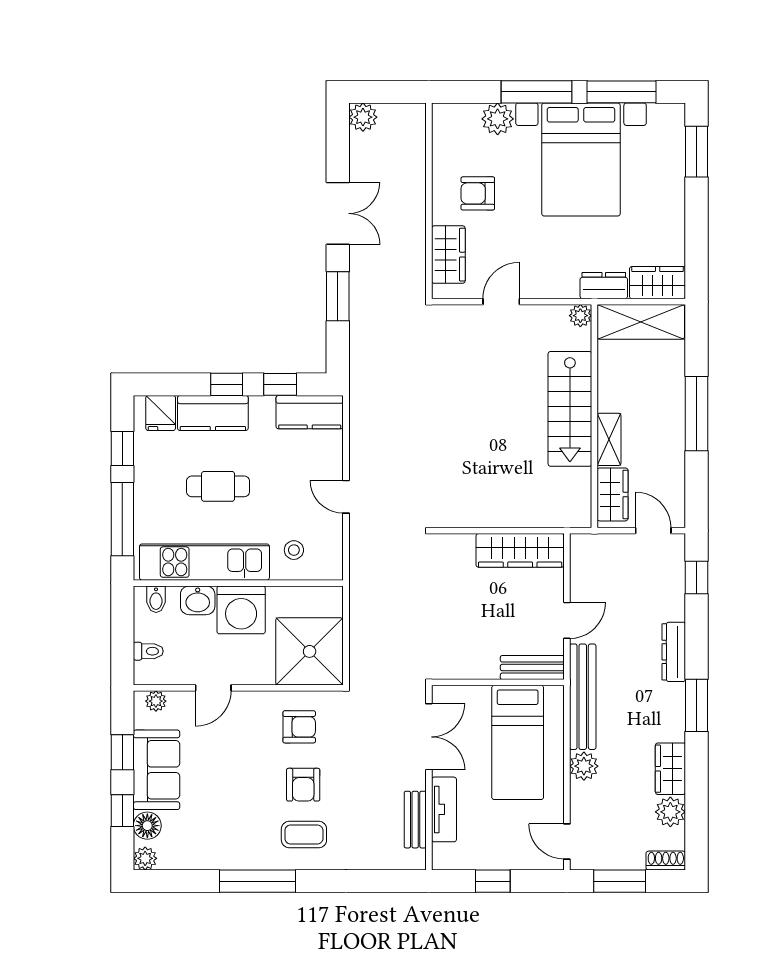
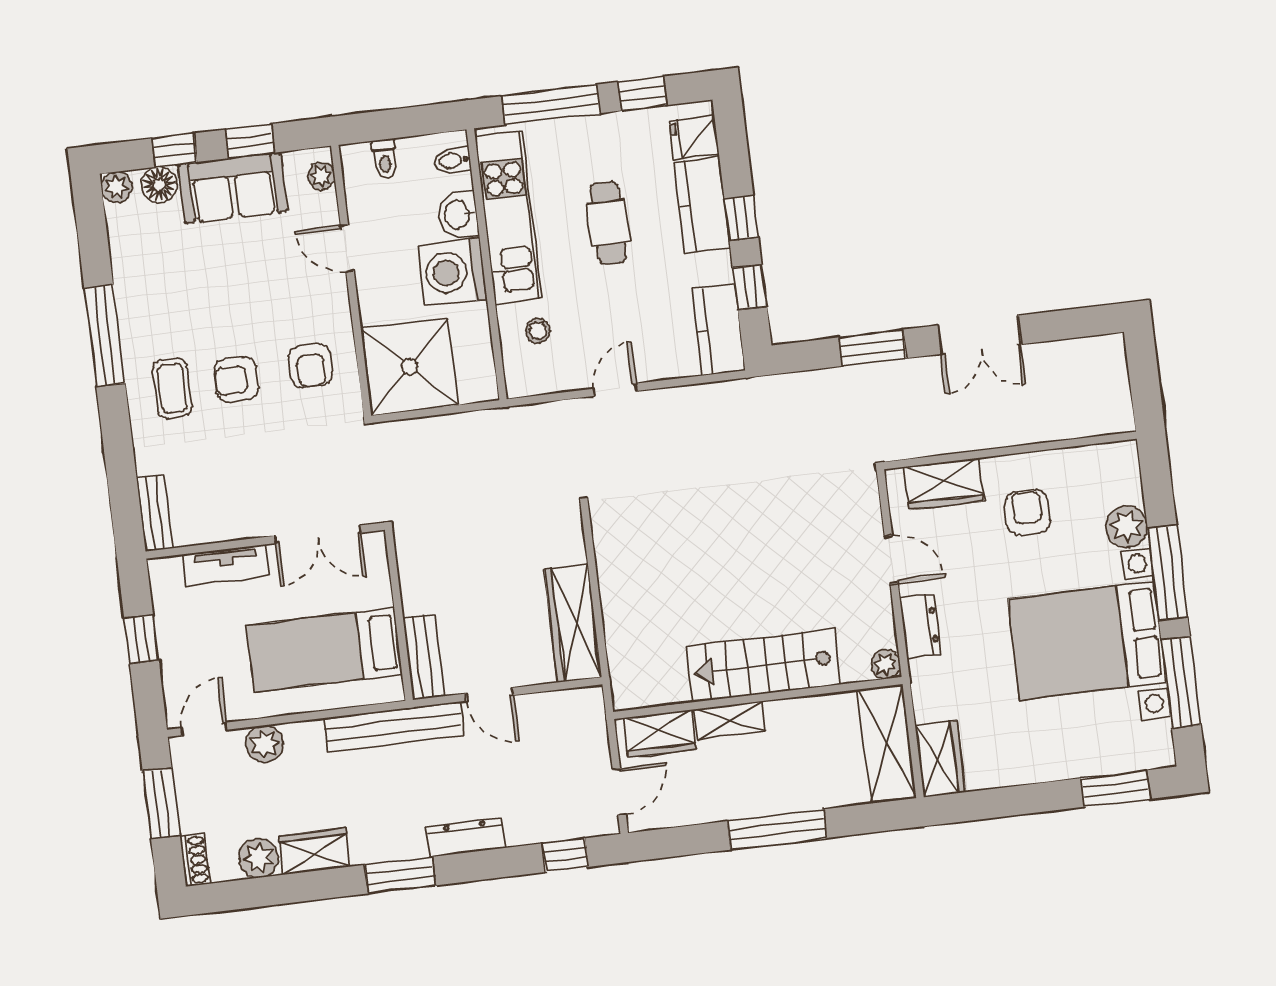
plant: (363, 117) -> (1108, 352), removed
dresser: (604, 286) -> (920, 626), moved
plant: (584, 766) -> (265, 744), moved
bench: (415, 820) -> (155, 513), moved, turned 90

